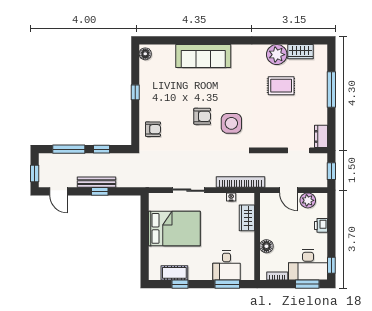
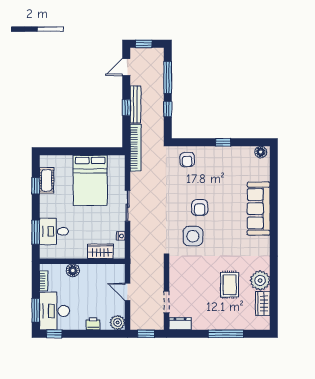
bookcase: (240, 182) -> (136, 148), moved
sliding door: (189, 190) -> (128, 206), moved
door: (288, 190) -> (128, 292), hinge flipped
plant: (308, 200) -> (118, 322), moved

